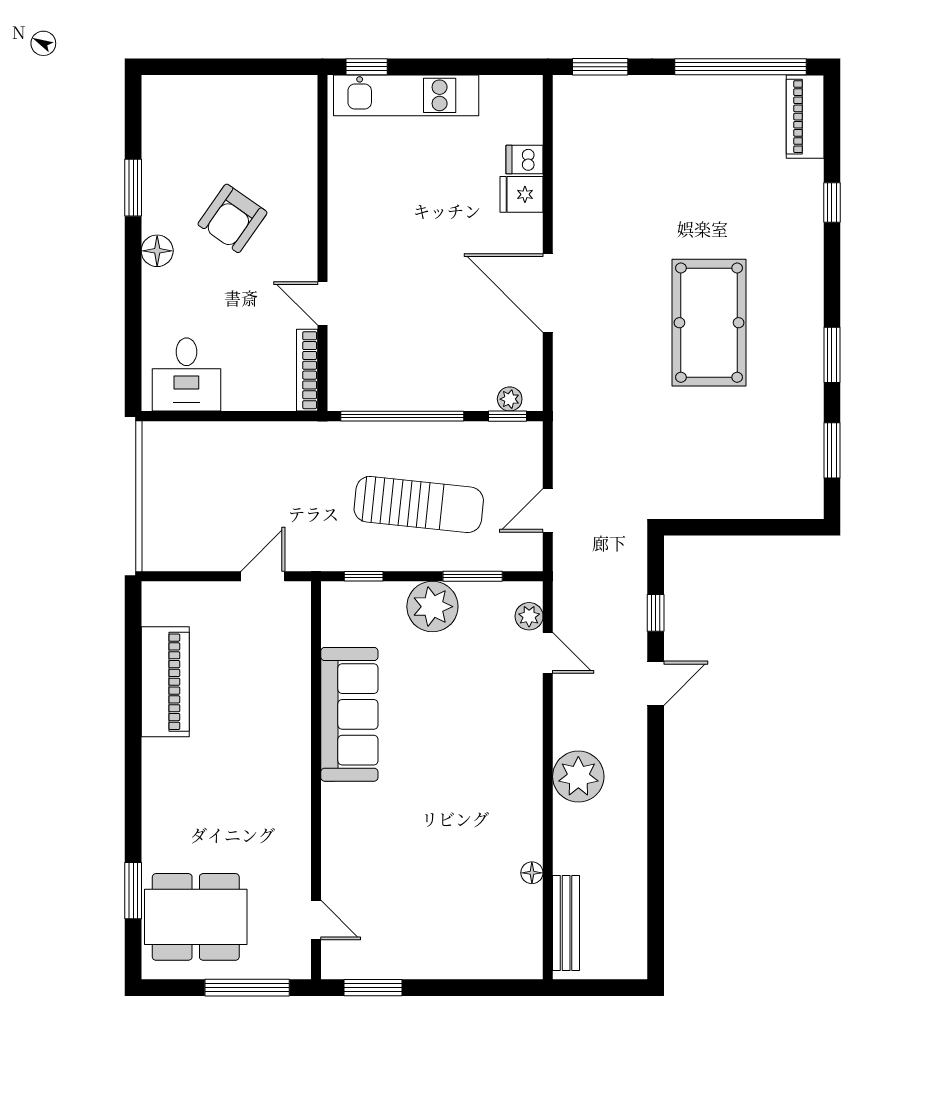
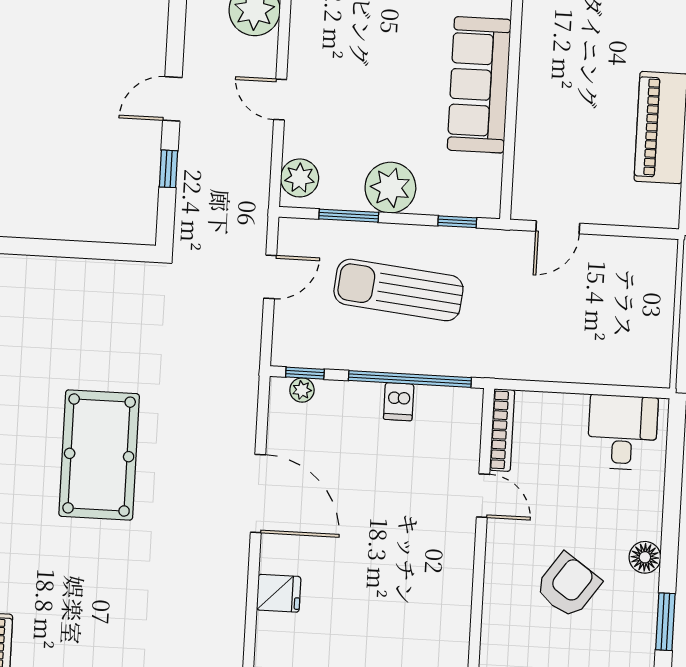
dishwasher: (524, 160) -> (399, 402), moved, turned 90
plant: (529, 616) -> (300, 178), width x1.38, depth x1.38
door: (548, 653) -> (280, 100), moved

